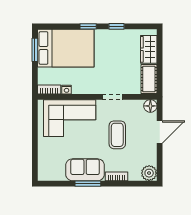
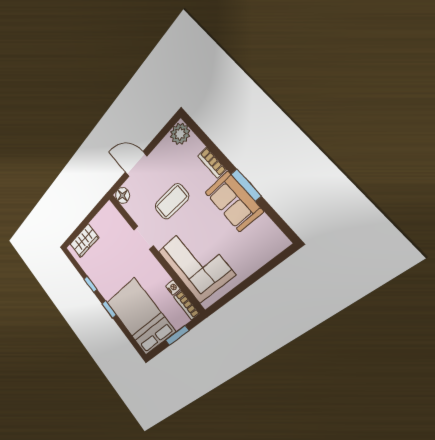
window: (35, 50) -> (177, 336), moved
cot: (149, 79) -> (104, 218), removed

